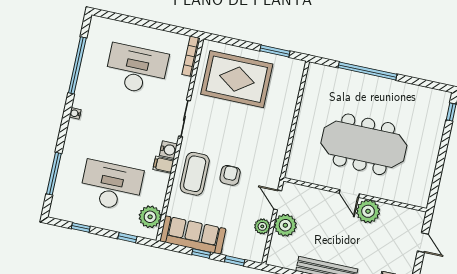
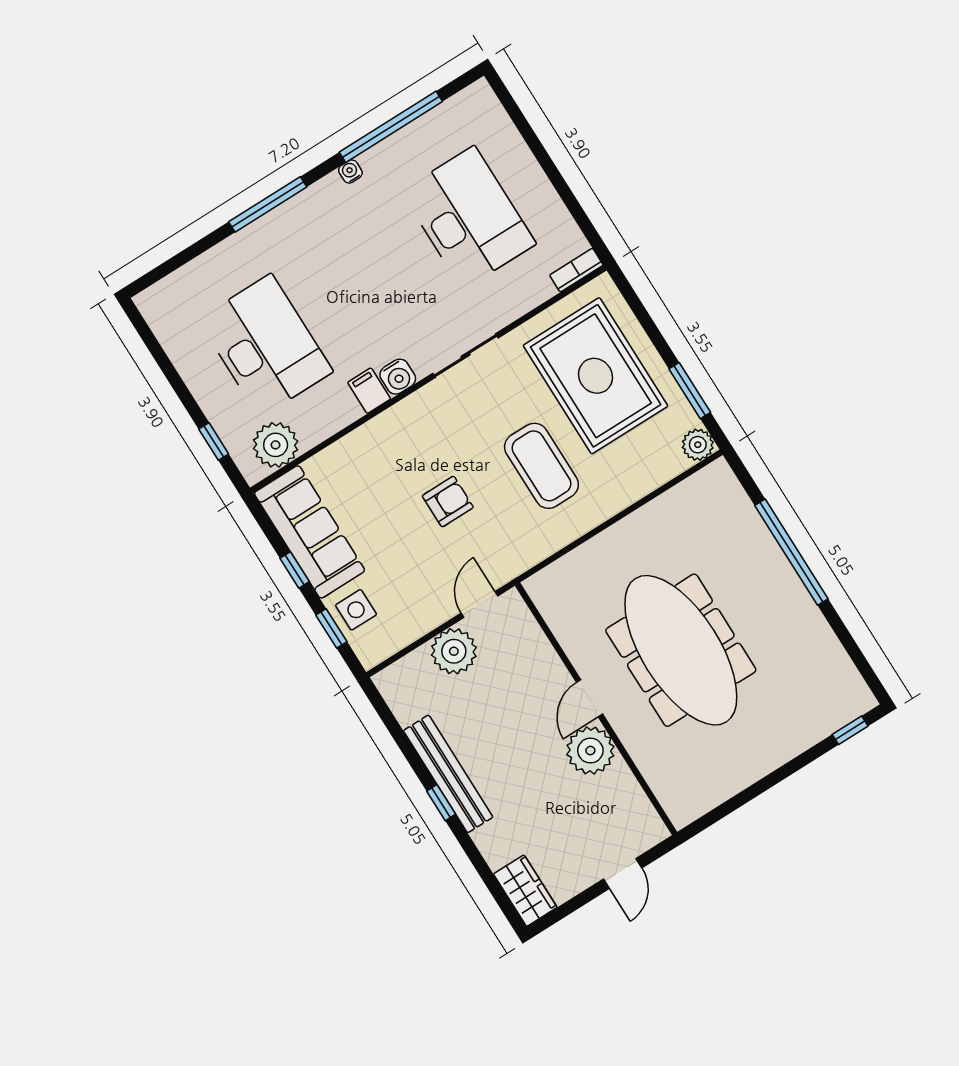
bookcase: (191, 56) -> (576, 270), width x0.64
water cooler: (75, 113) -> (350, 172), moved
window: (54, 174) -> (268, 204), moved
coffee table: (195, 174) -> (541, 466), moved, turned 90
plant: (262, 226) -> (698, 445), moved
window: (81, 227) -> (163, 360), removed
side table: (237, 246) -> (356, 610), added

